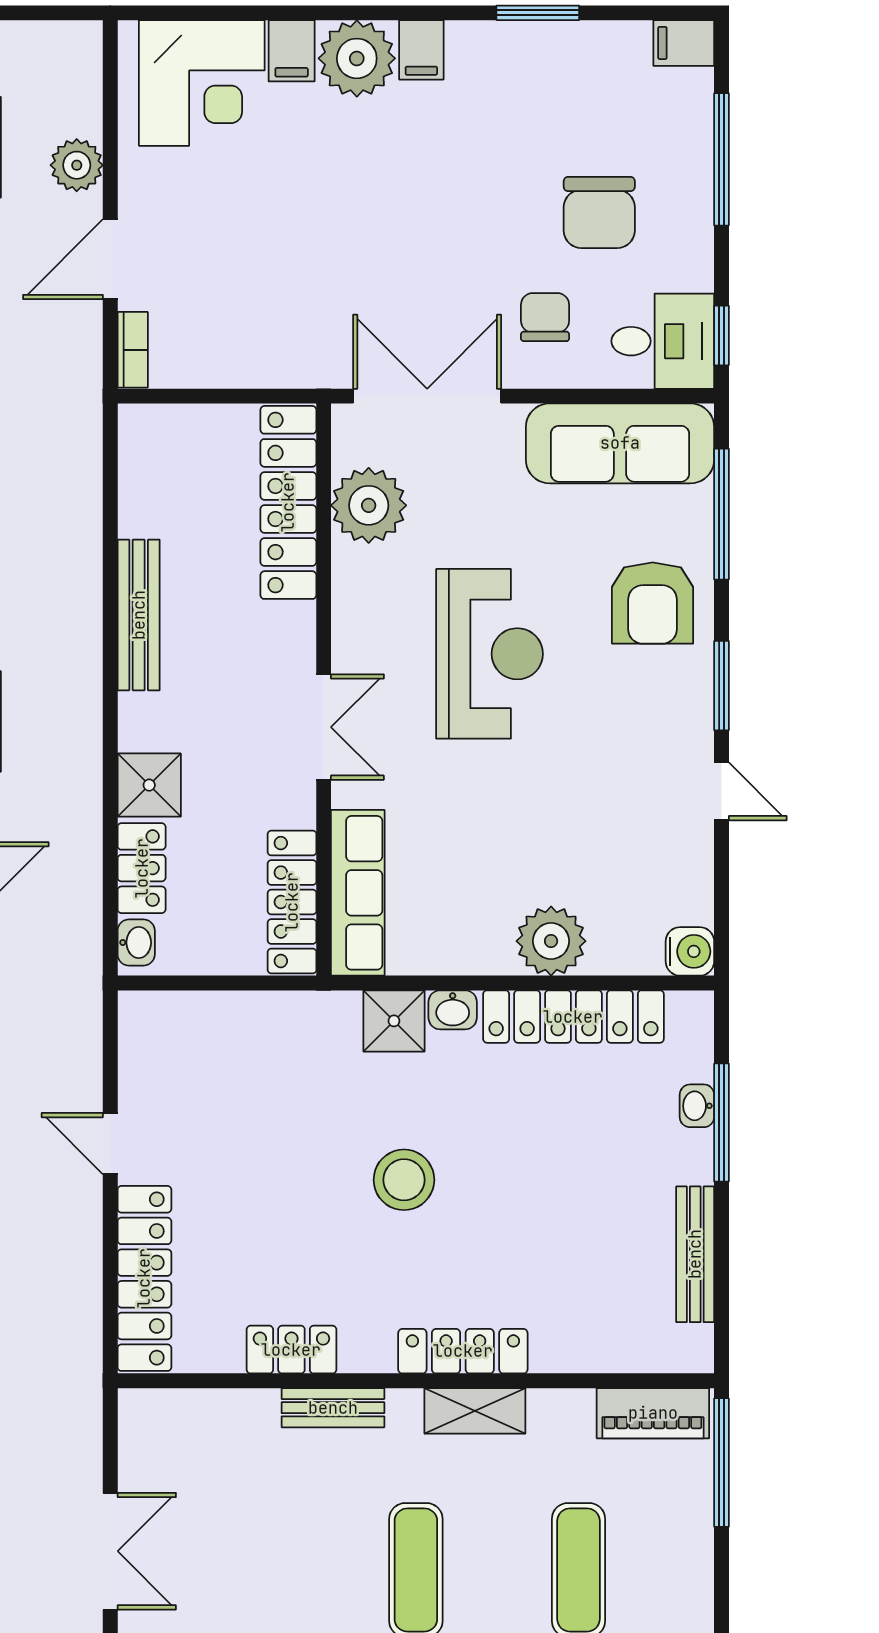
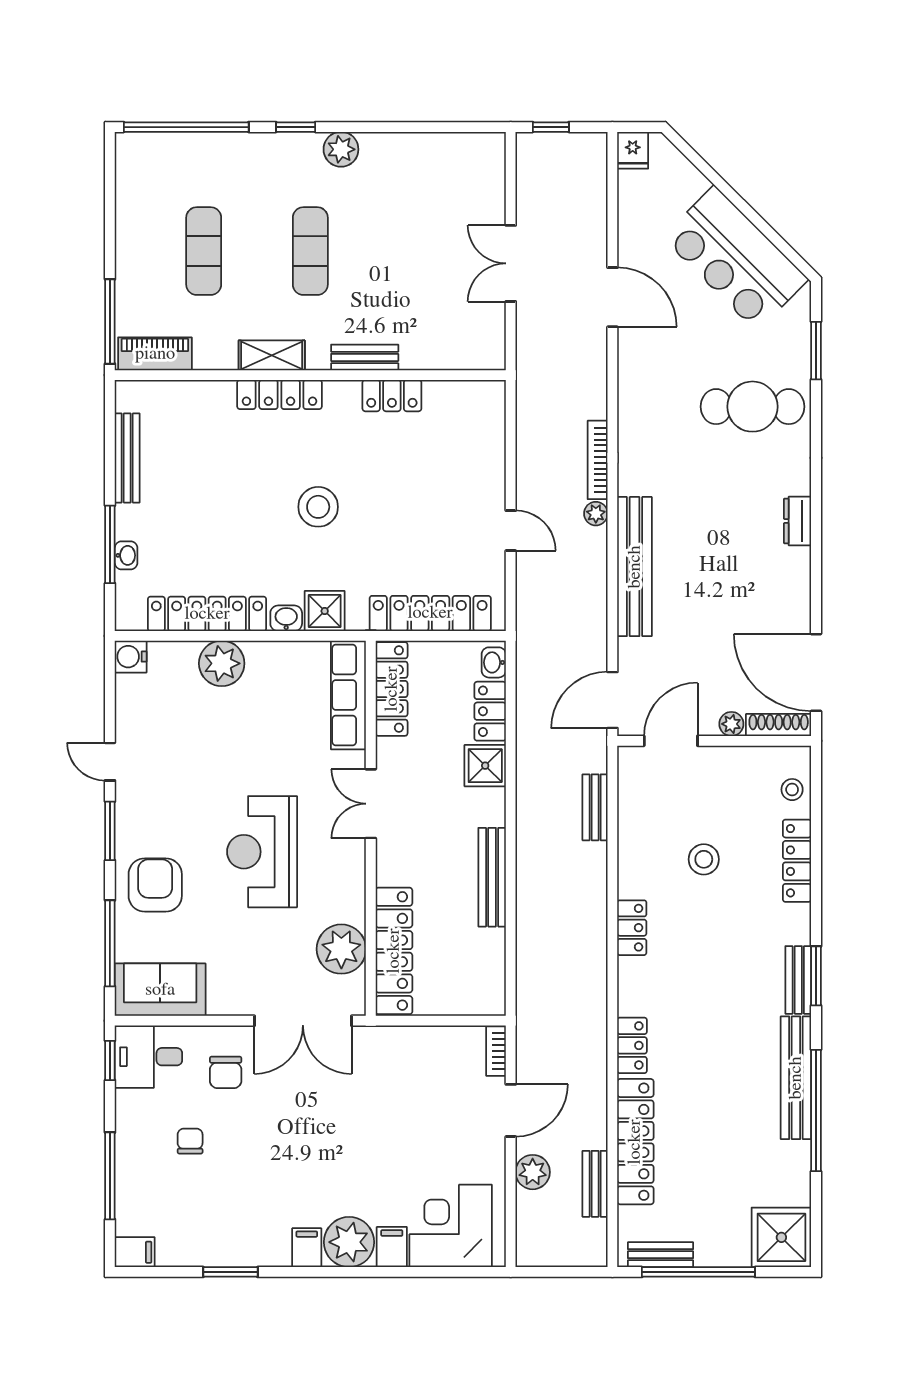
chair: (599, 212) -> (190, 1141), width x0.54, depth x0.54
sofa: (620, 443) -> (160, 990), width x0.73
locker: (144, 1278) -> (430, 613), moved, turned 90

